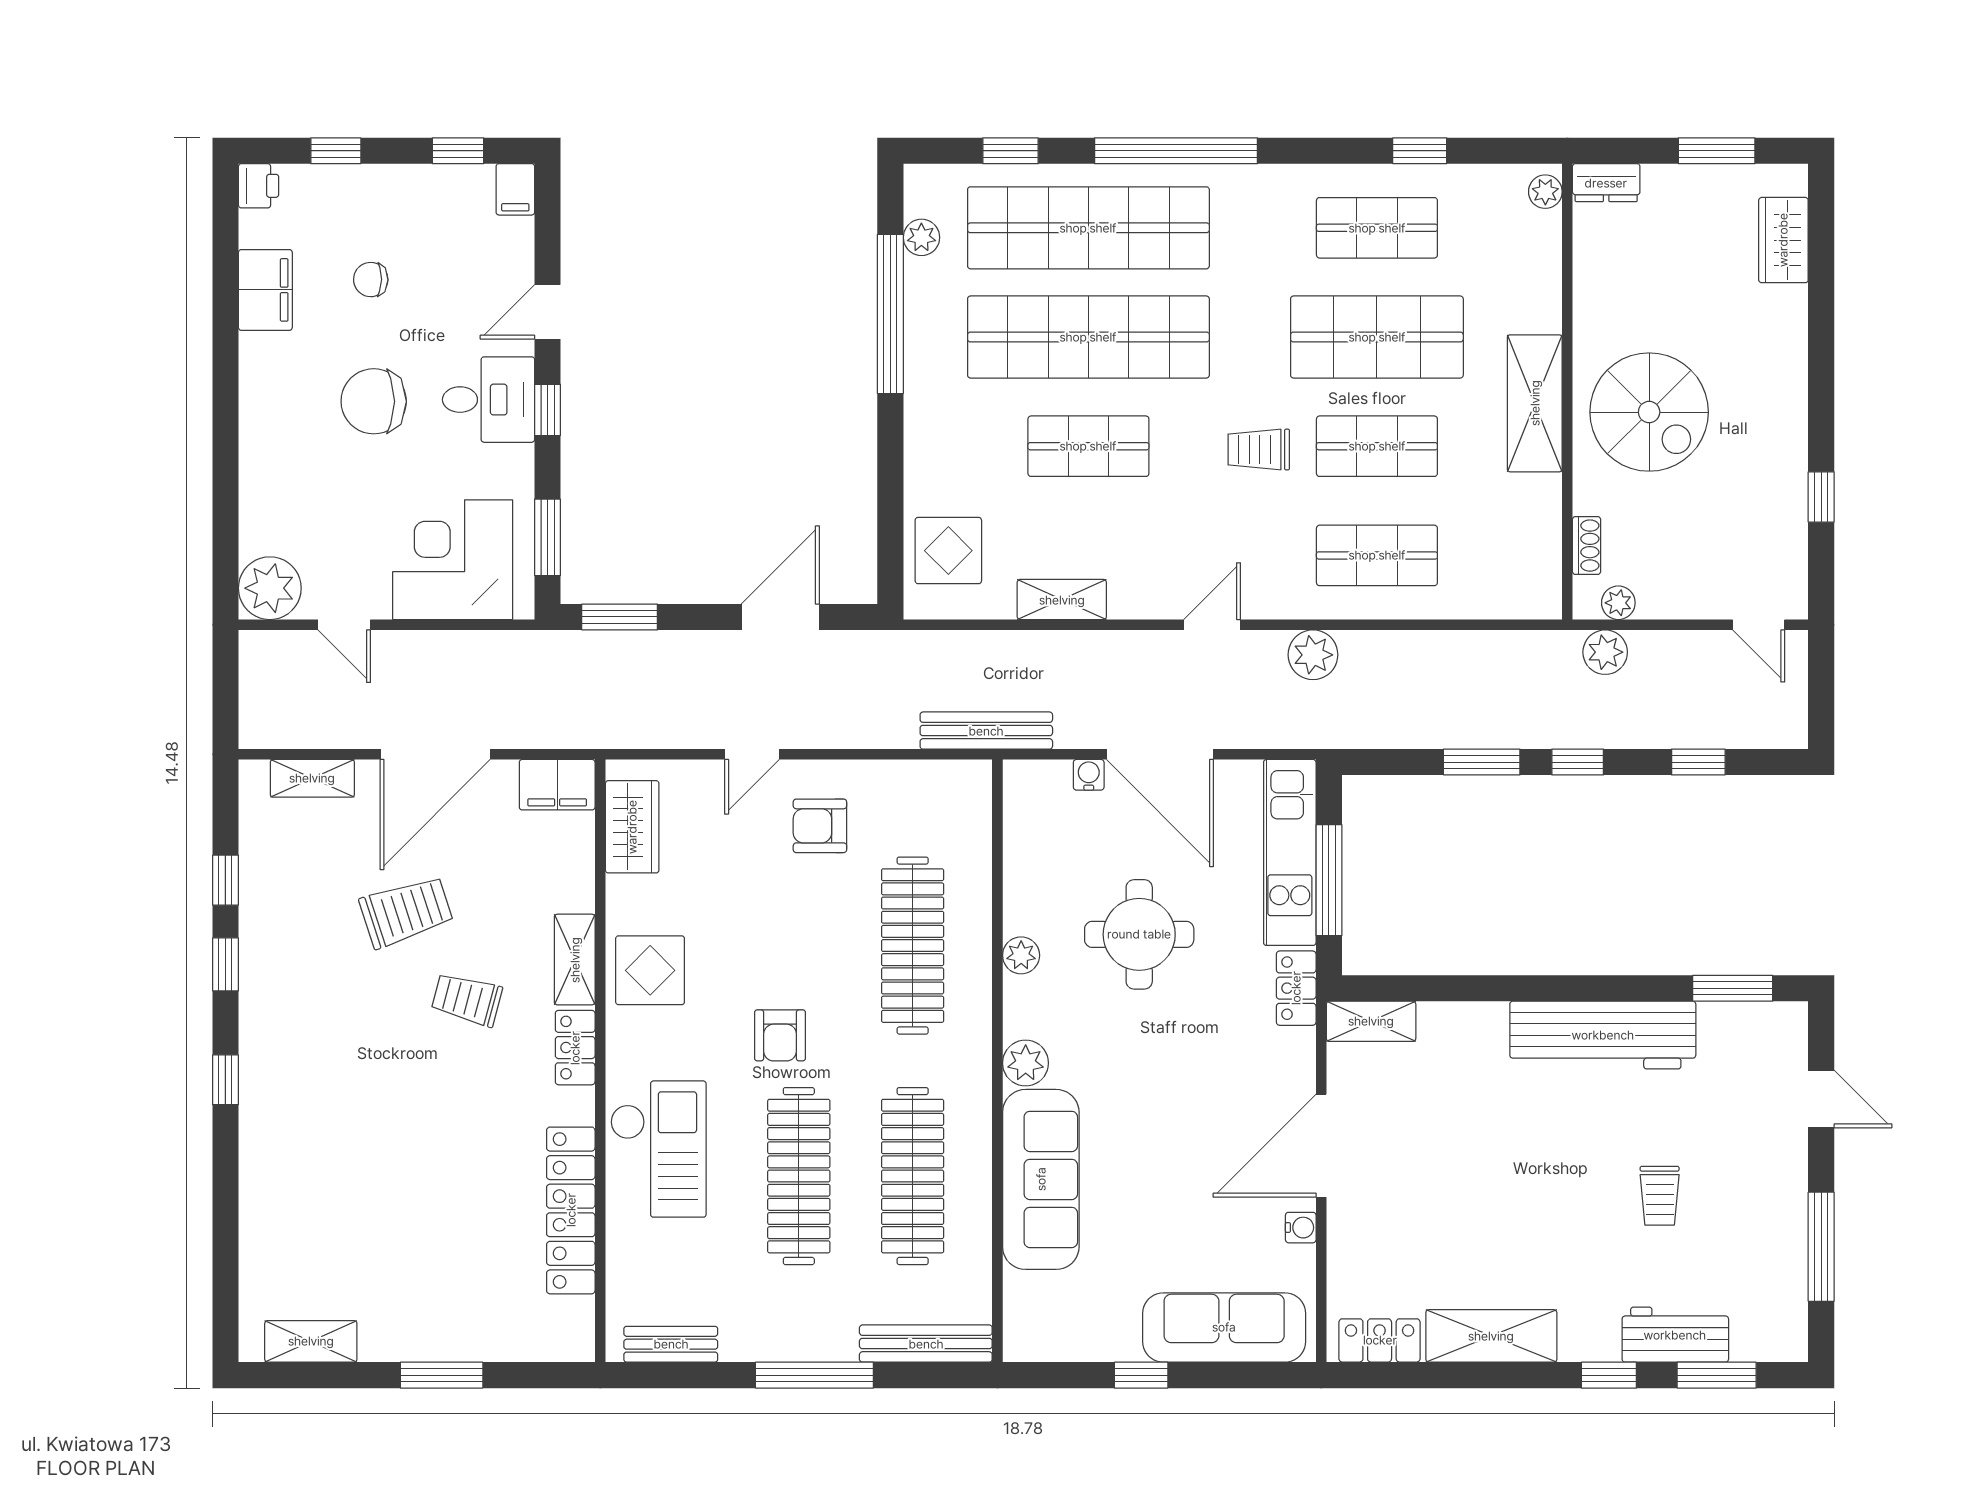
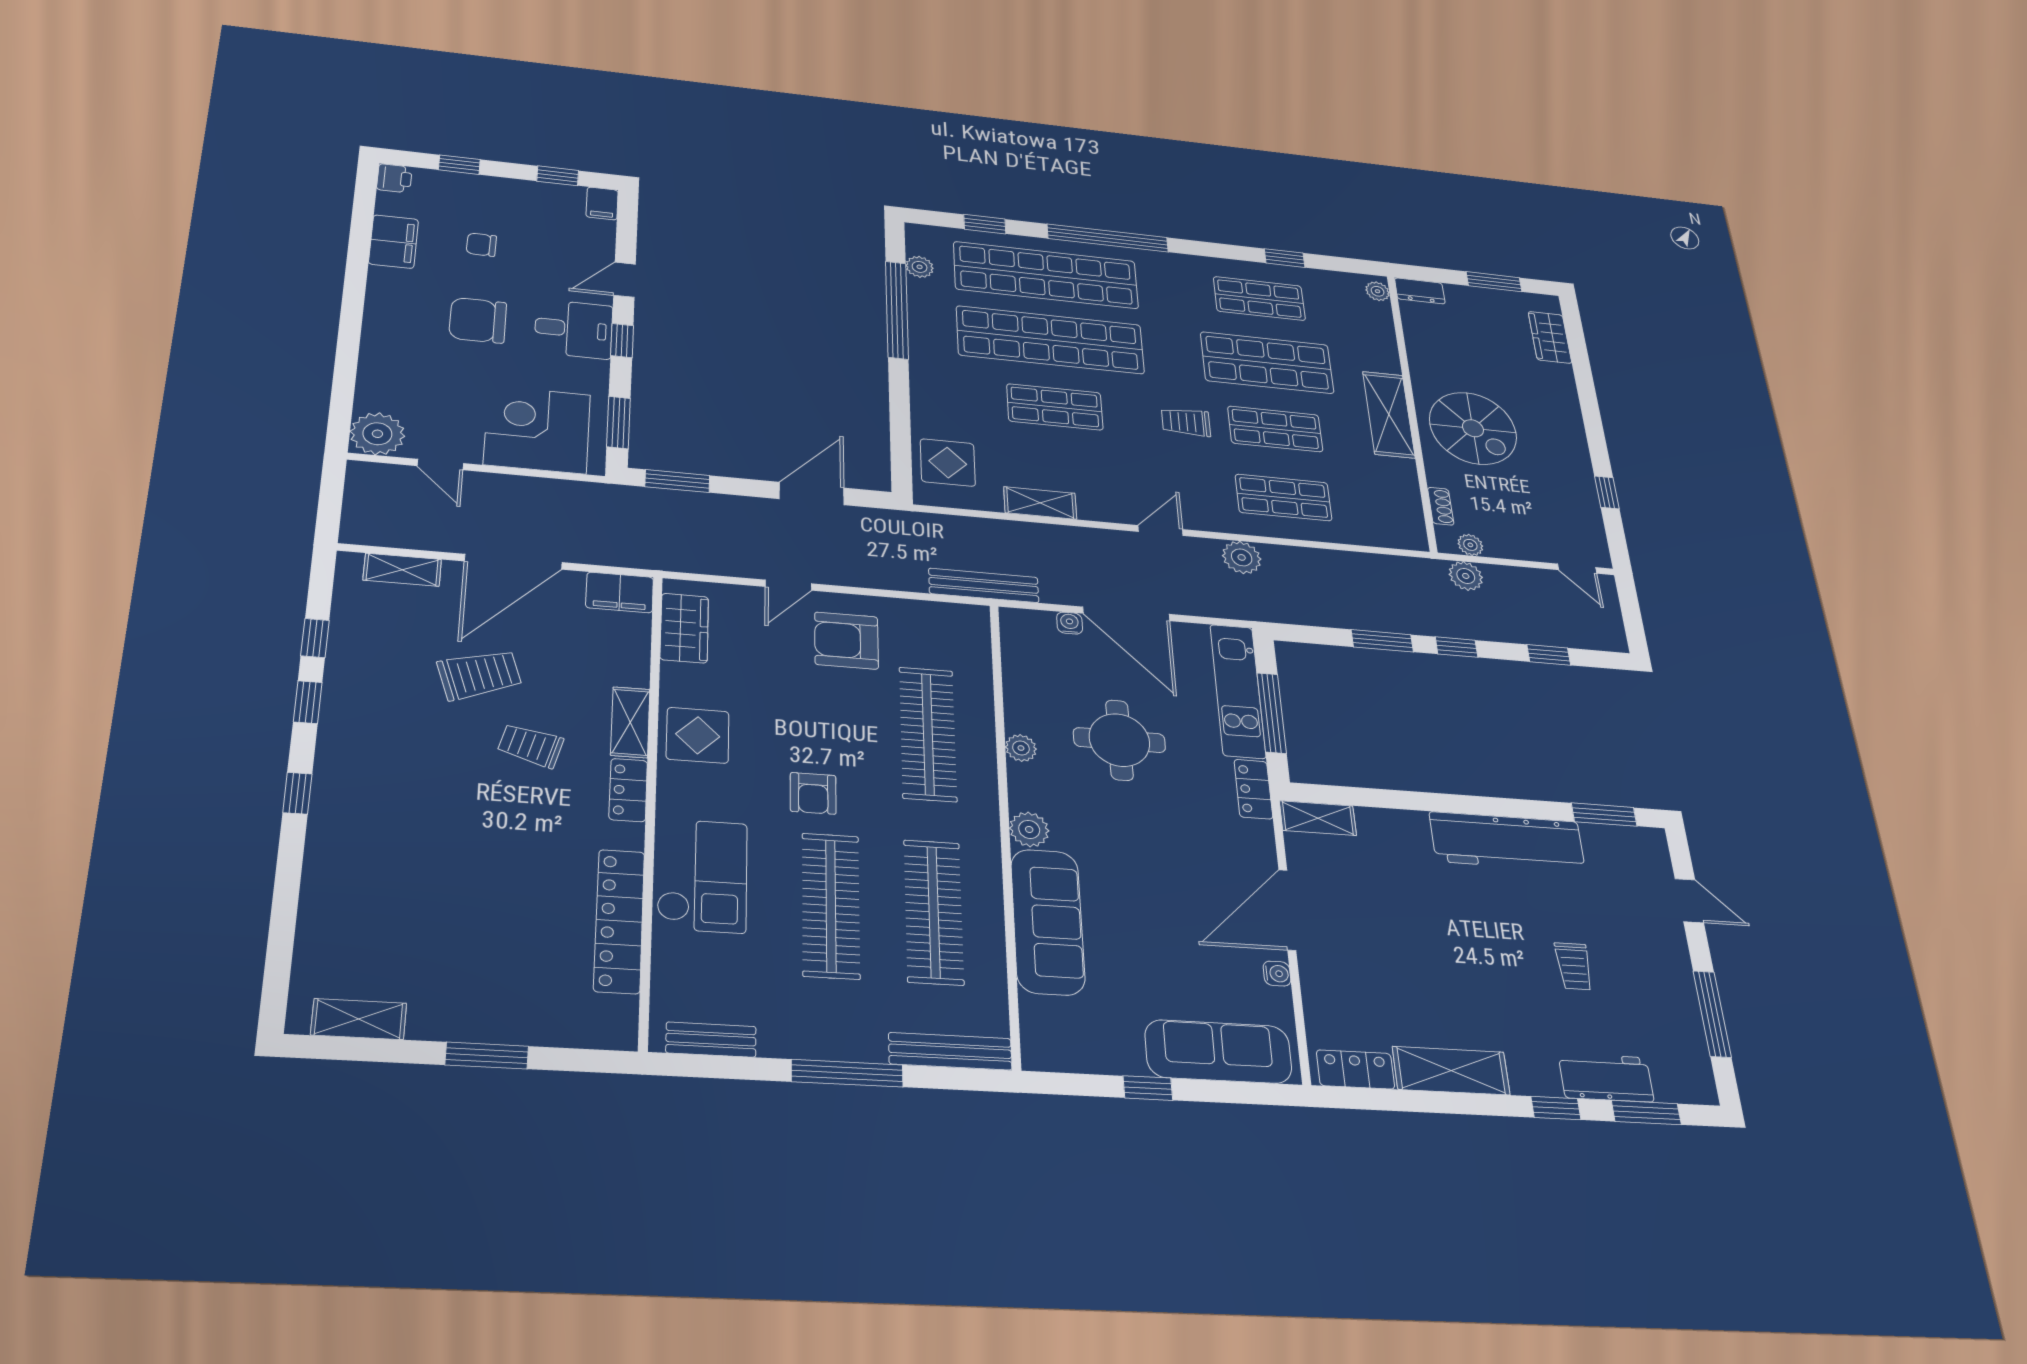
armchair: (820, 826) -> (846, 641), width x1.38, depth x1.38

